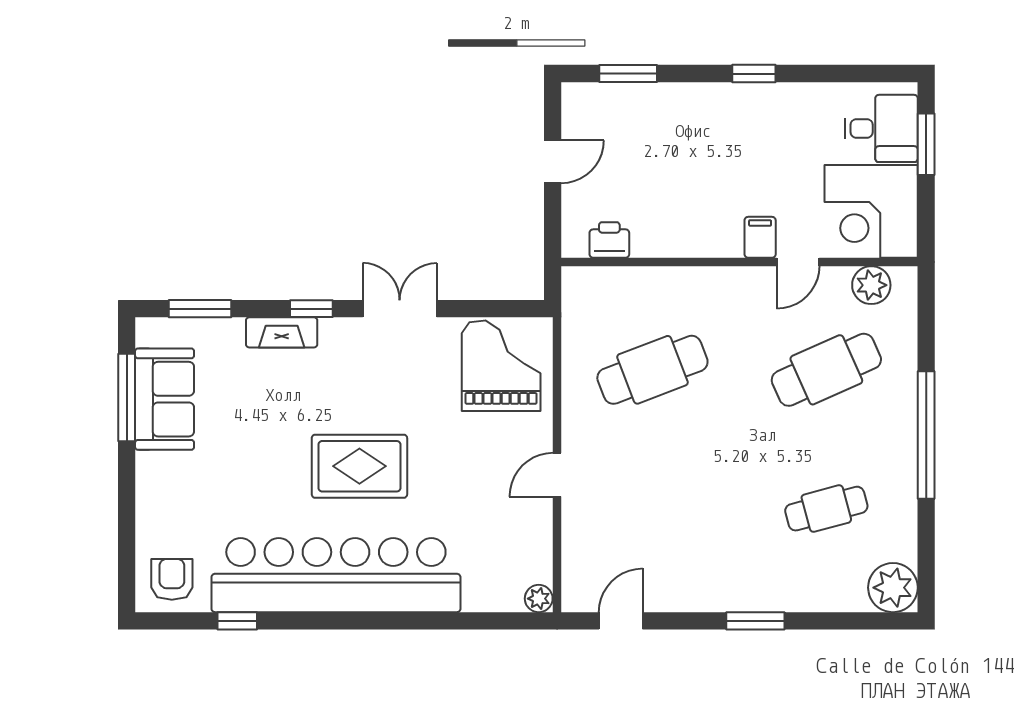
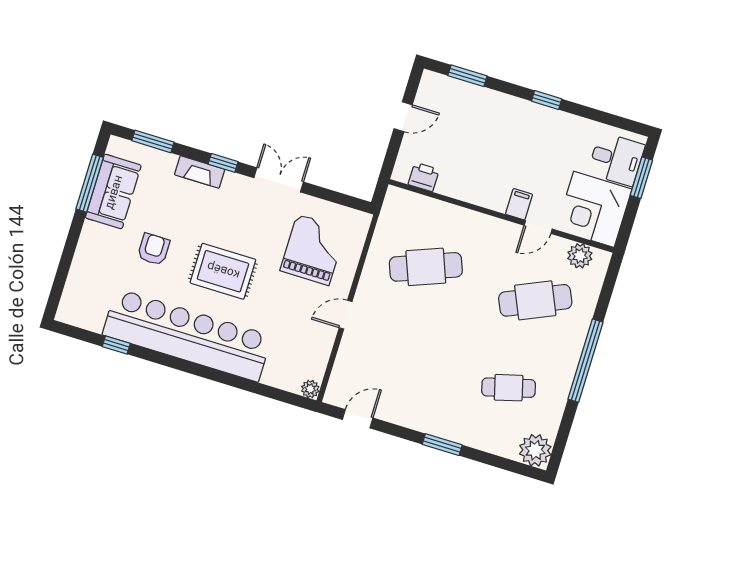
grand piano: (501, 366) -> (313, 250), moved
armchair: (172, 579) -> (154, 249), moved

